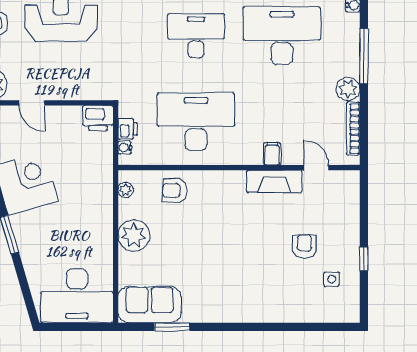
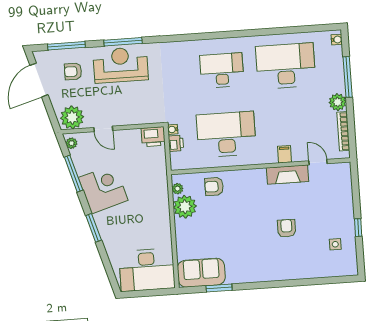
water cooler: (125, 148) -> (173, 129), moved
plant: (134, 235) -> (185, 207), moved
armchair: (304, 246) -> (287, 228), moved

